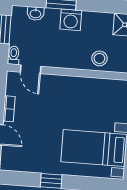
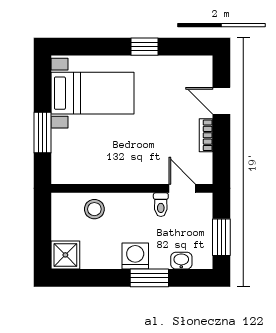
toilet: (14, 55) -> (161, 205), moved

